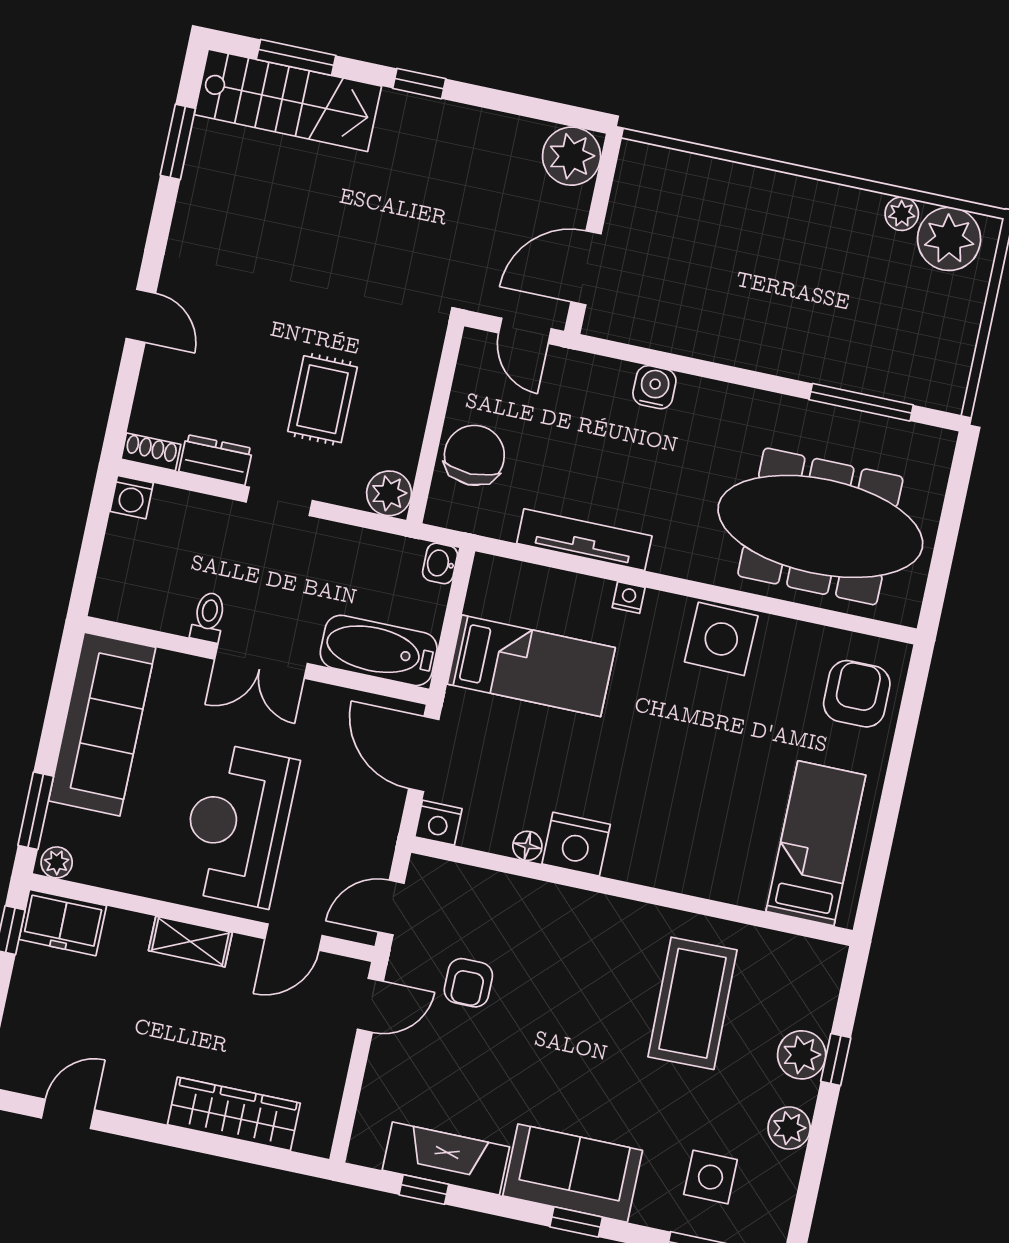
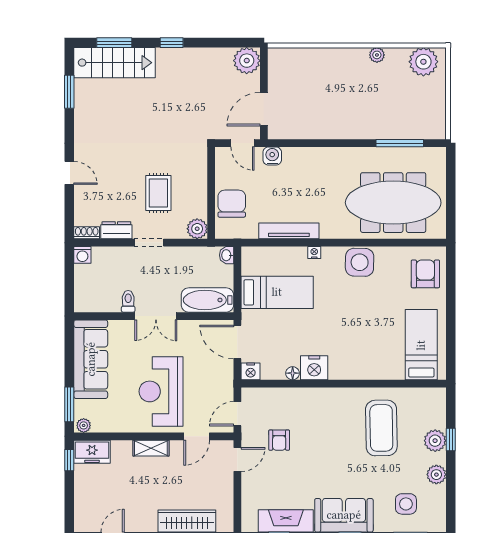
plant: (902, 214) -> (377, 55), moved
water cooler: (654, 387) -> (272, 156), moved

